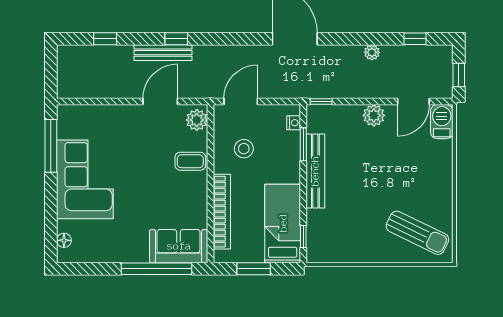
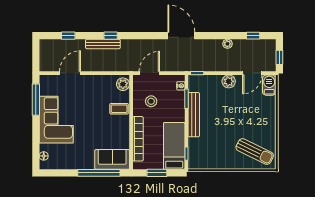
door: (160, 102) -> (70, 73), moved

